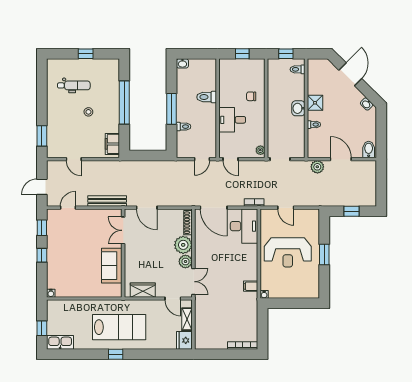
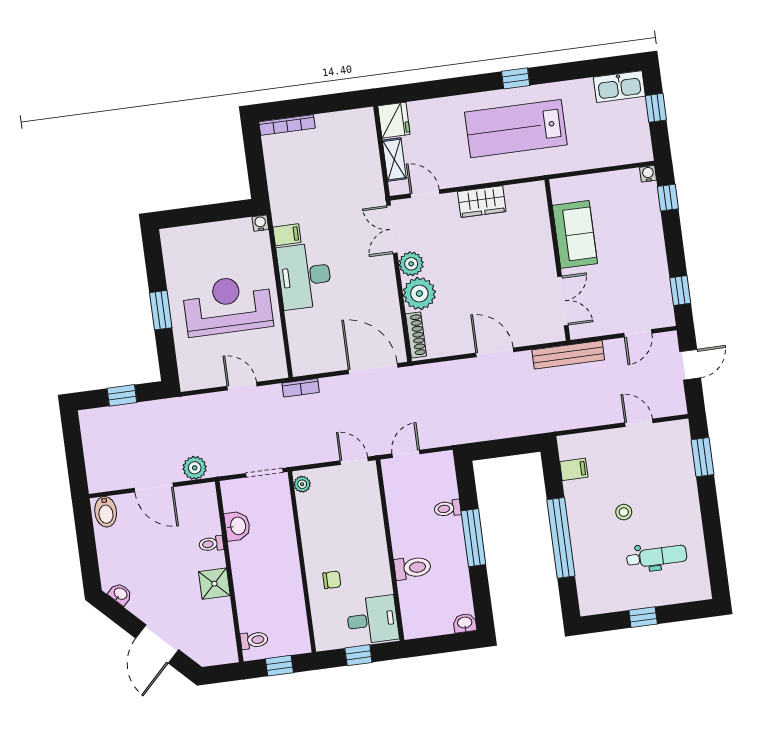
dental chair: (74, 85) -> (657, 557), turned 180
washbasin: (298, 108) -> (237, 526), moved
desk: (232, 120) -> (372, 620), moved
filing cabinet: (112, 144) -> (574, 469), width x0.50
desk: (244, 226) -> (305, 276), moved
double door: (123, 230) -> (563, 301), moved
wall: (123, 253) -> (557, 260), moved
window: (42, 255) -> (668, 198), moved
sofa: (112, 266) -> (575, 234), moved

